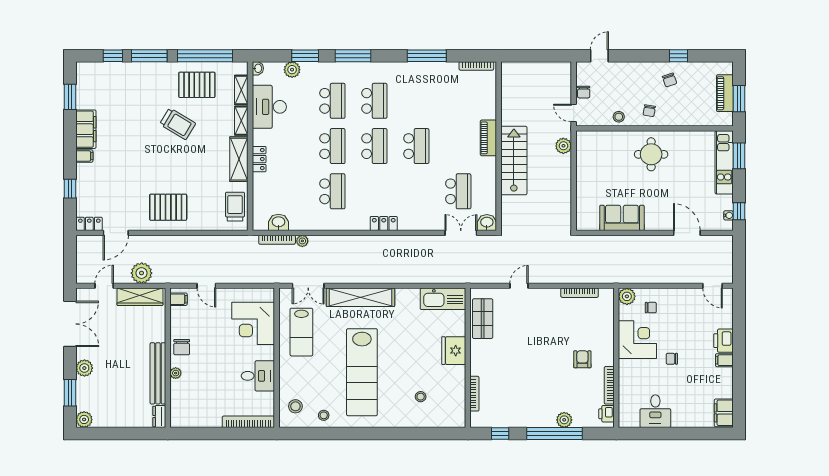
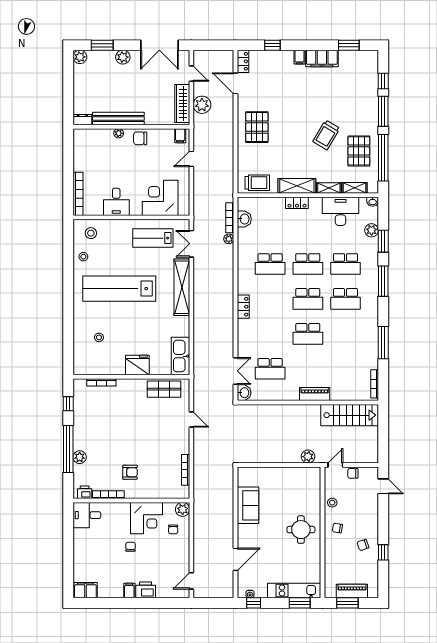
stairs: (514, 161) -> (350, 415), moved
desk: (655, 411) -> (87, 515), moved

